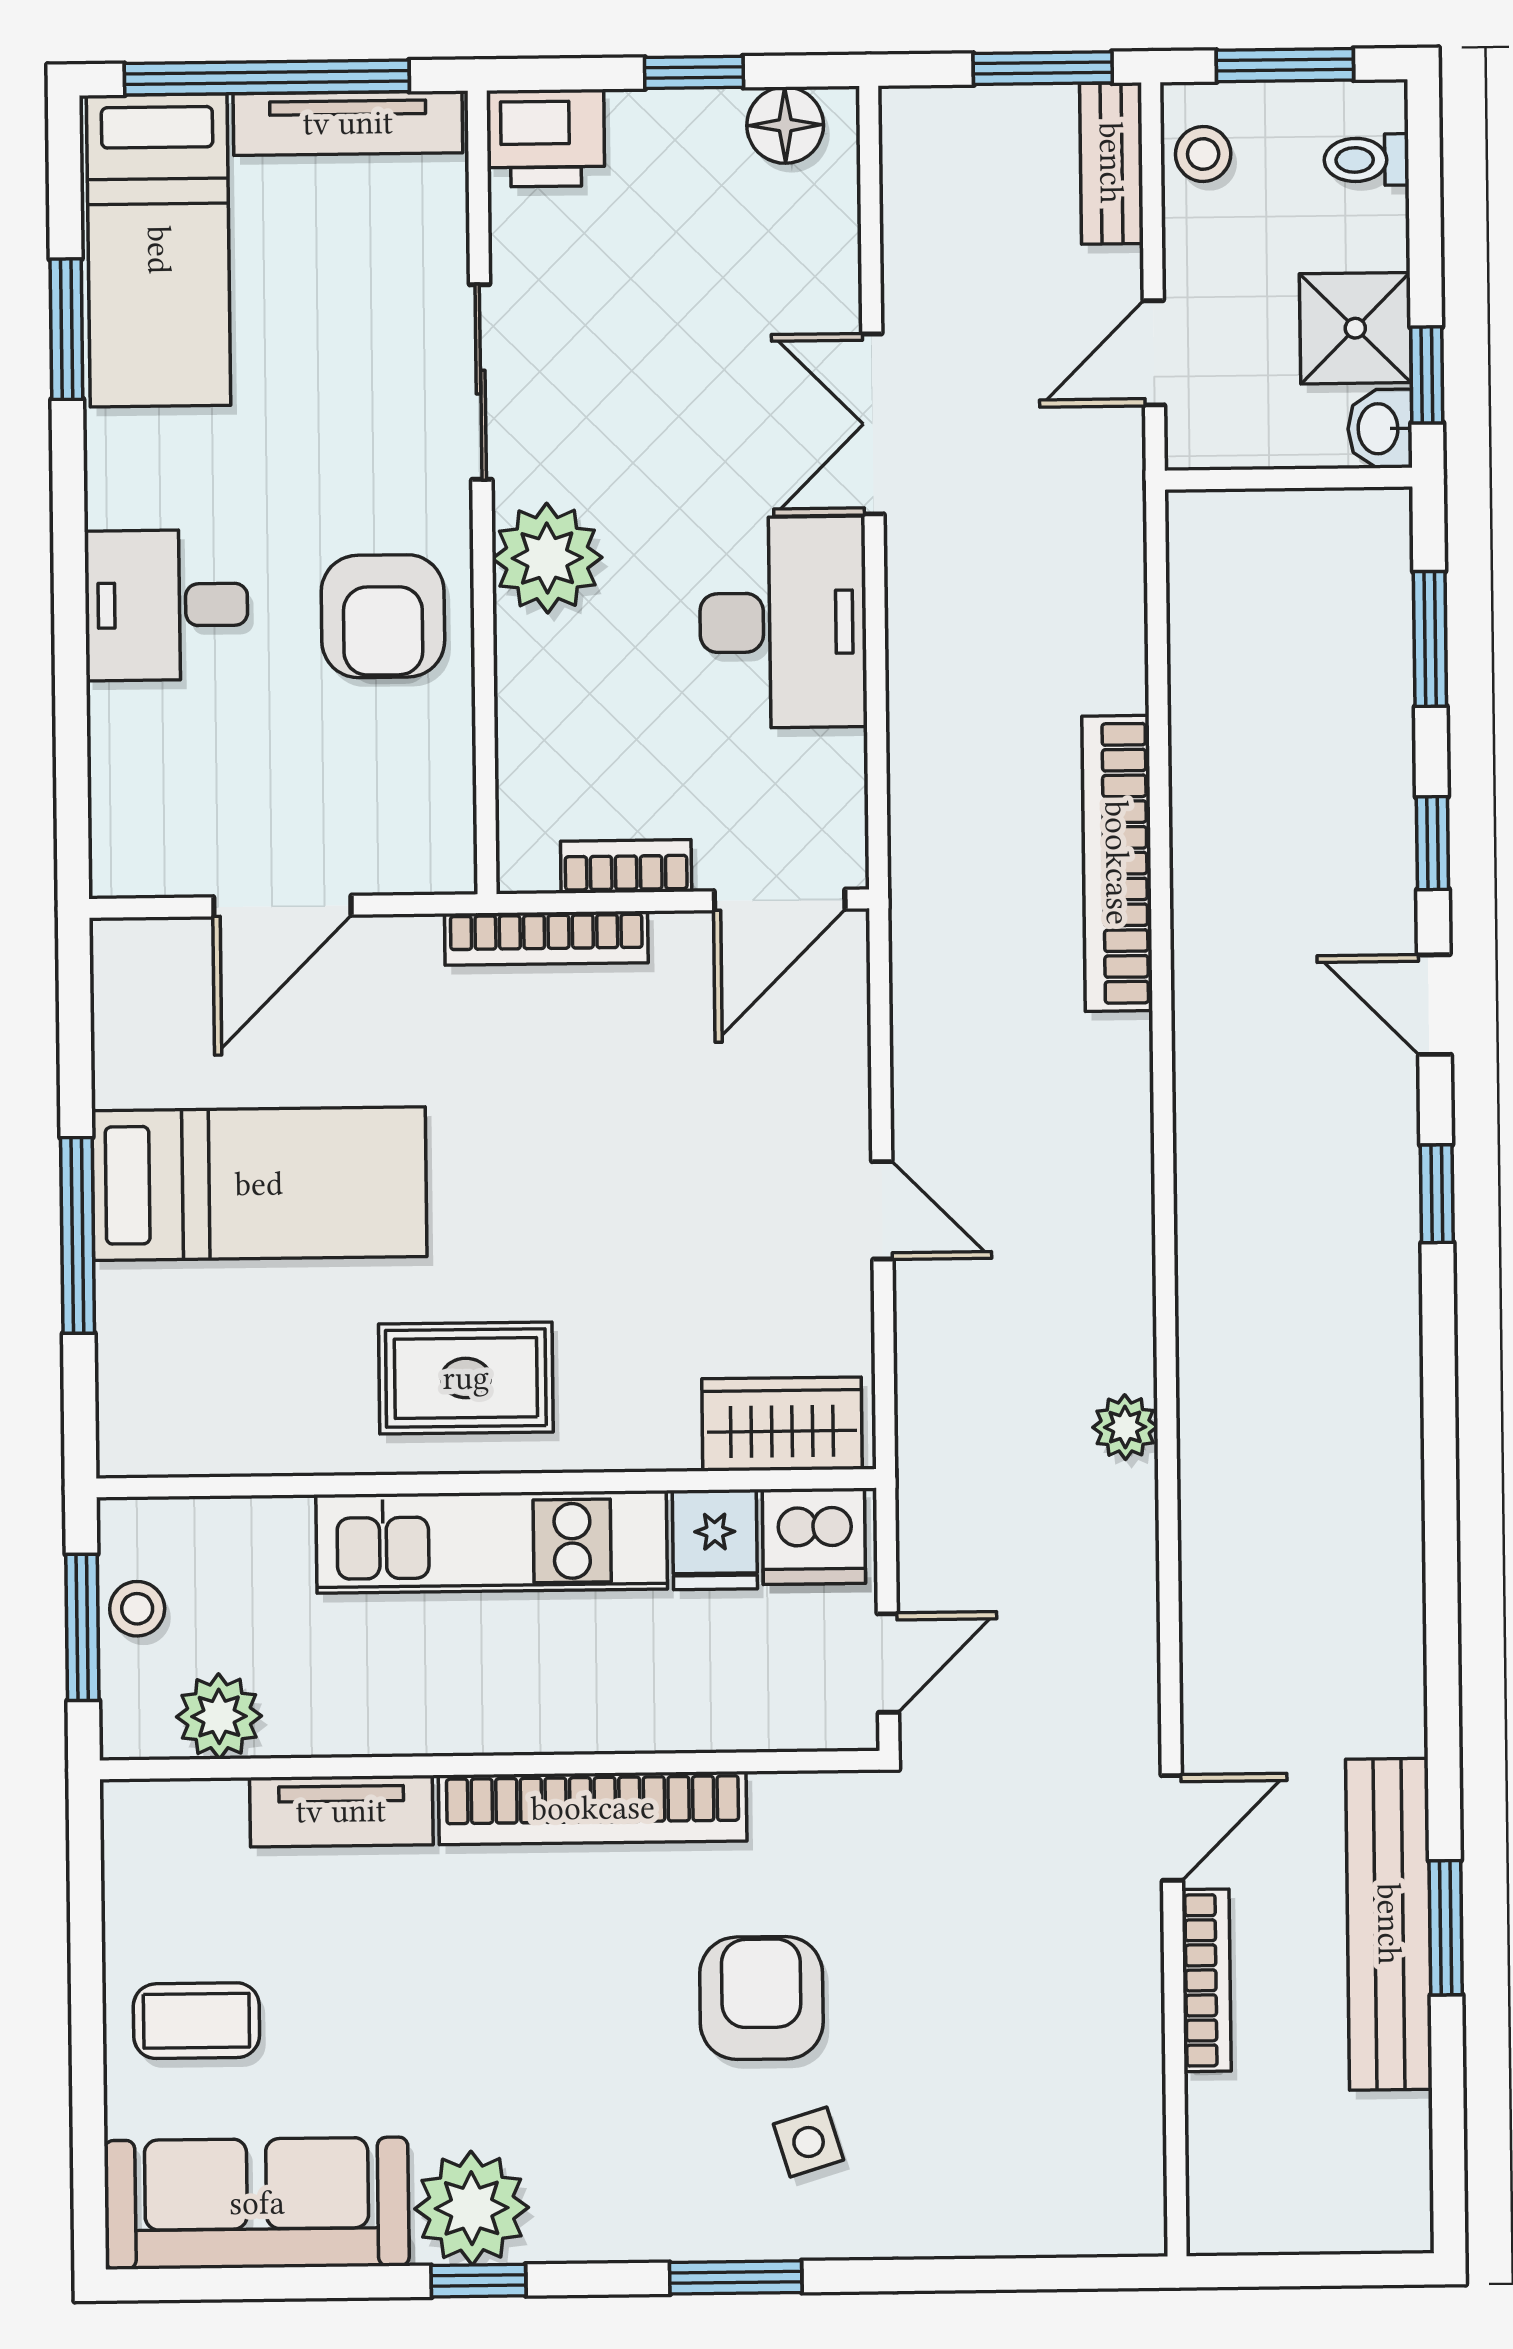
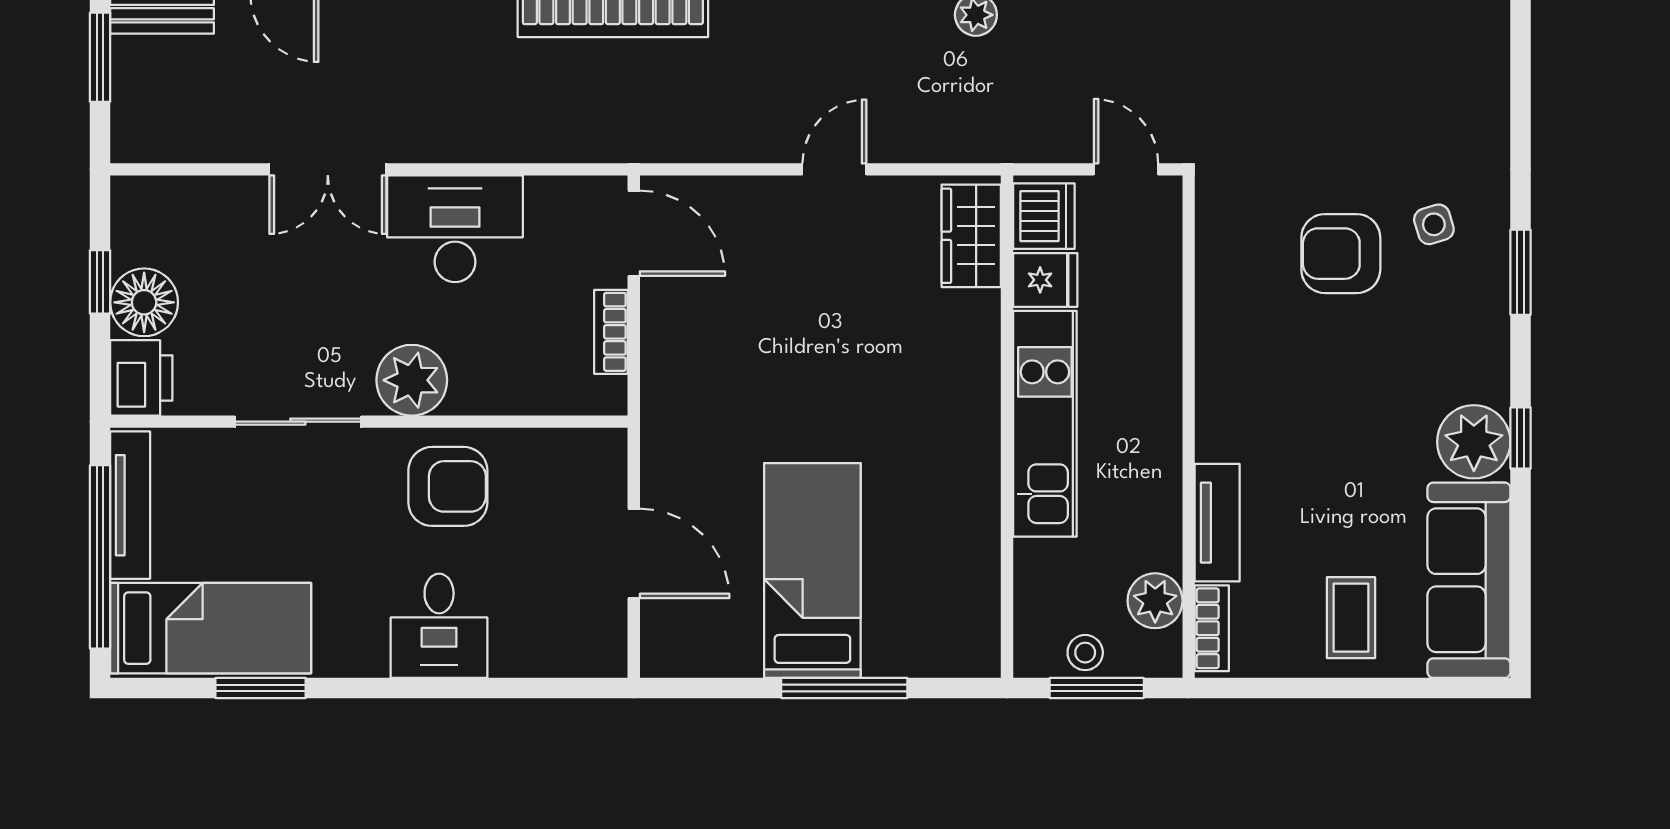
floor lamp: (785, 125) -> (144, 302), moved, width x1.38, depth x1.38
bookcase: (546, 938) -> (657, 384), removed
rug: (466, 1378) -> (939, 439), removed
bookcase: (593, 1808) -> (1212, 628), moved, width x0.43, depth x0.76

